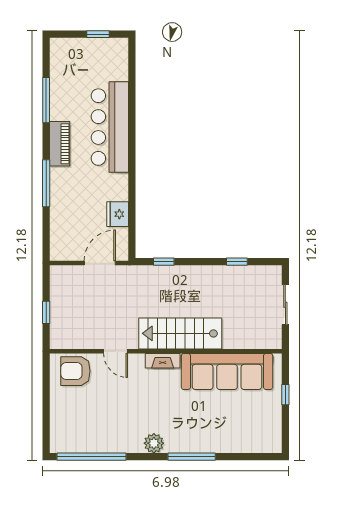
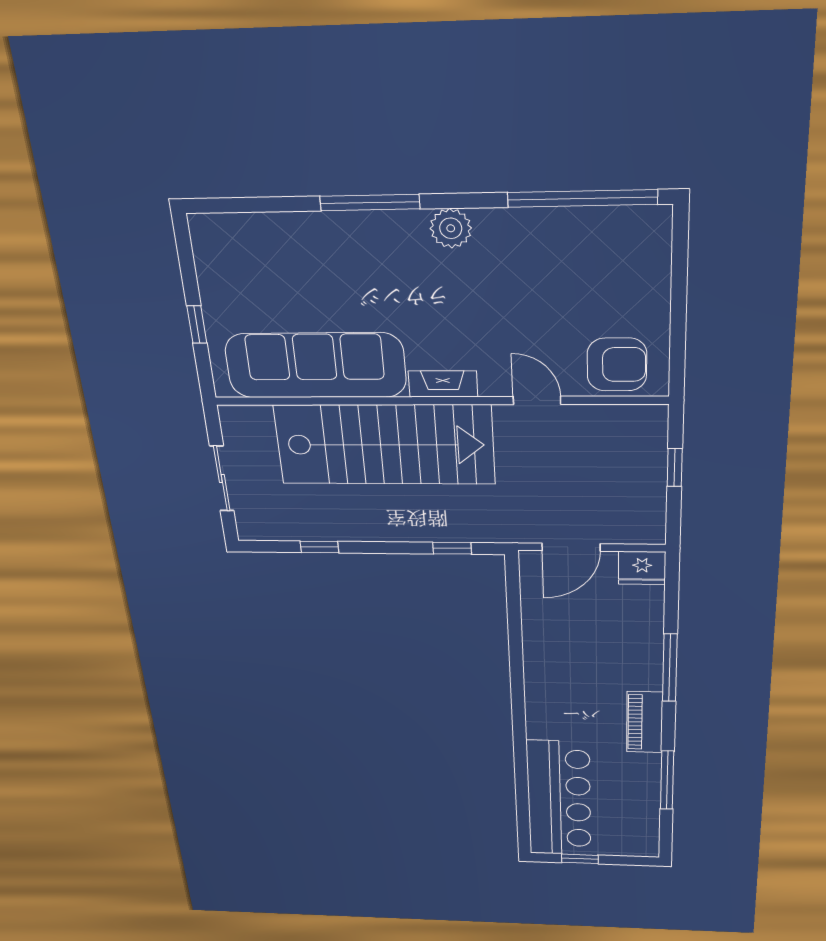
bar counter: (110, 127) -> (559, 799), moved
fridge: (118, 214) -> (642, 568), moved, turned 90
stairs: (180, 333) -> (385, 445), width x1.36, depth x1.51

